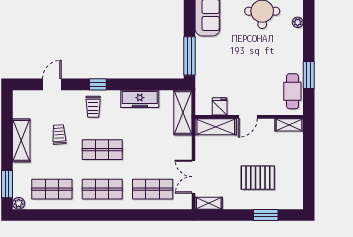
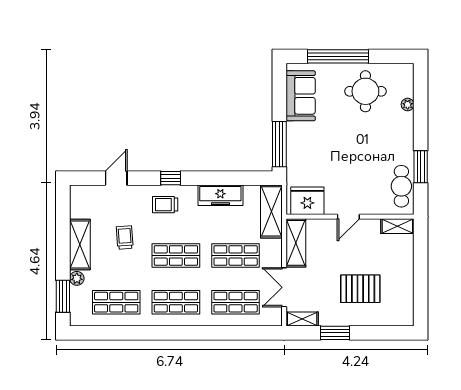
fridge: (220, 106) -> (307, 201), width x1.88, depth x1.34
trolley: (93, 107) -> (165, 205), turned 90
shelving: (216, 127) -> (296, 243), moved, turned 90
shop shelf: (153, 150) -> (236, 255), added
plant: (19, 203) -> (77, 278), moved
window: (266, 215) -> (335, 333), moved

